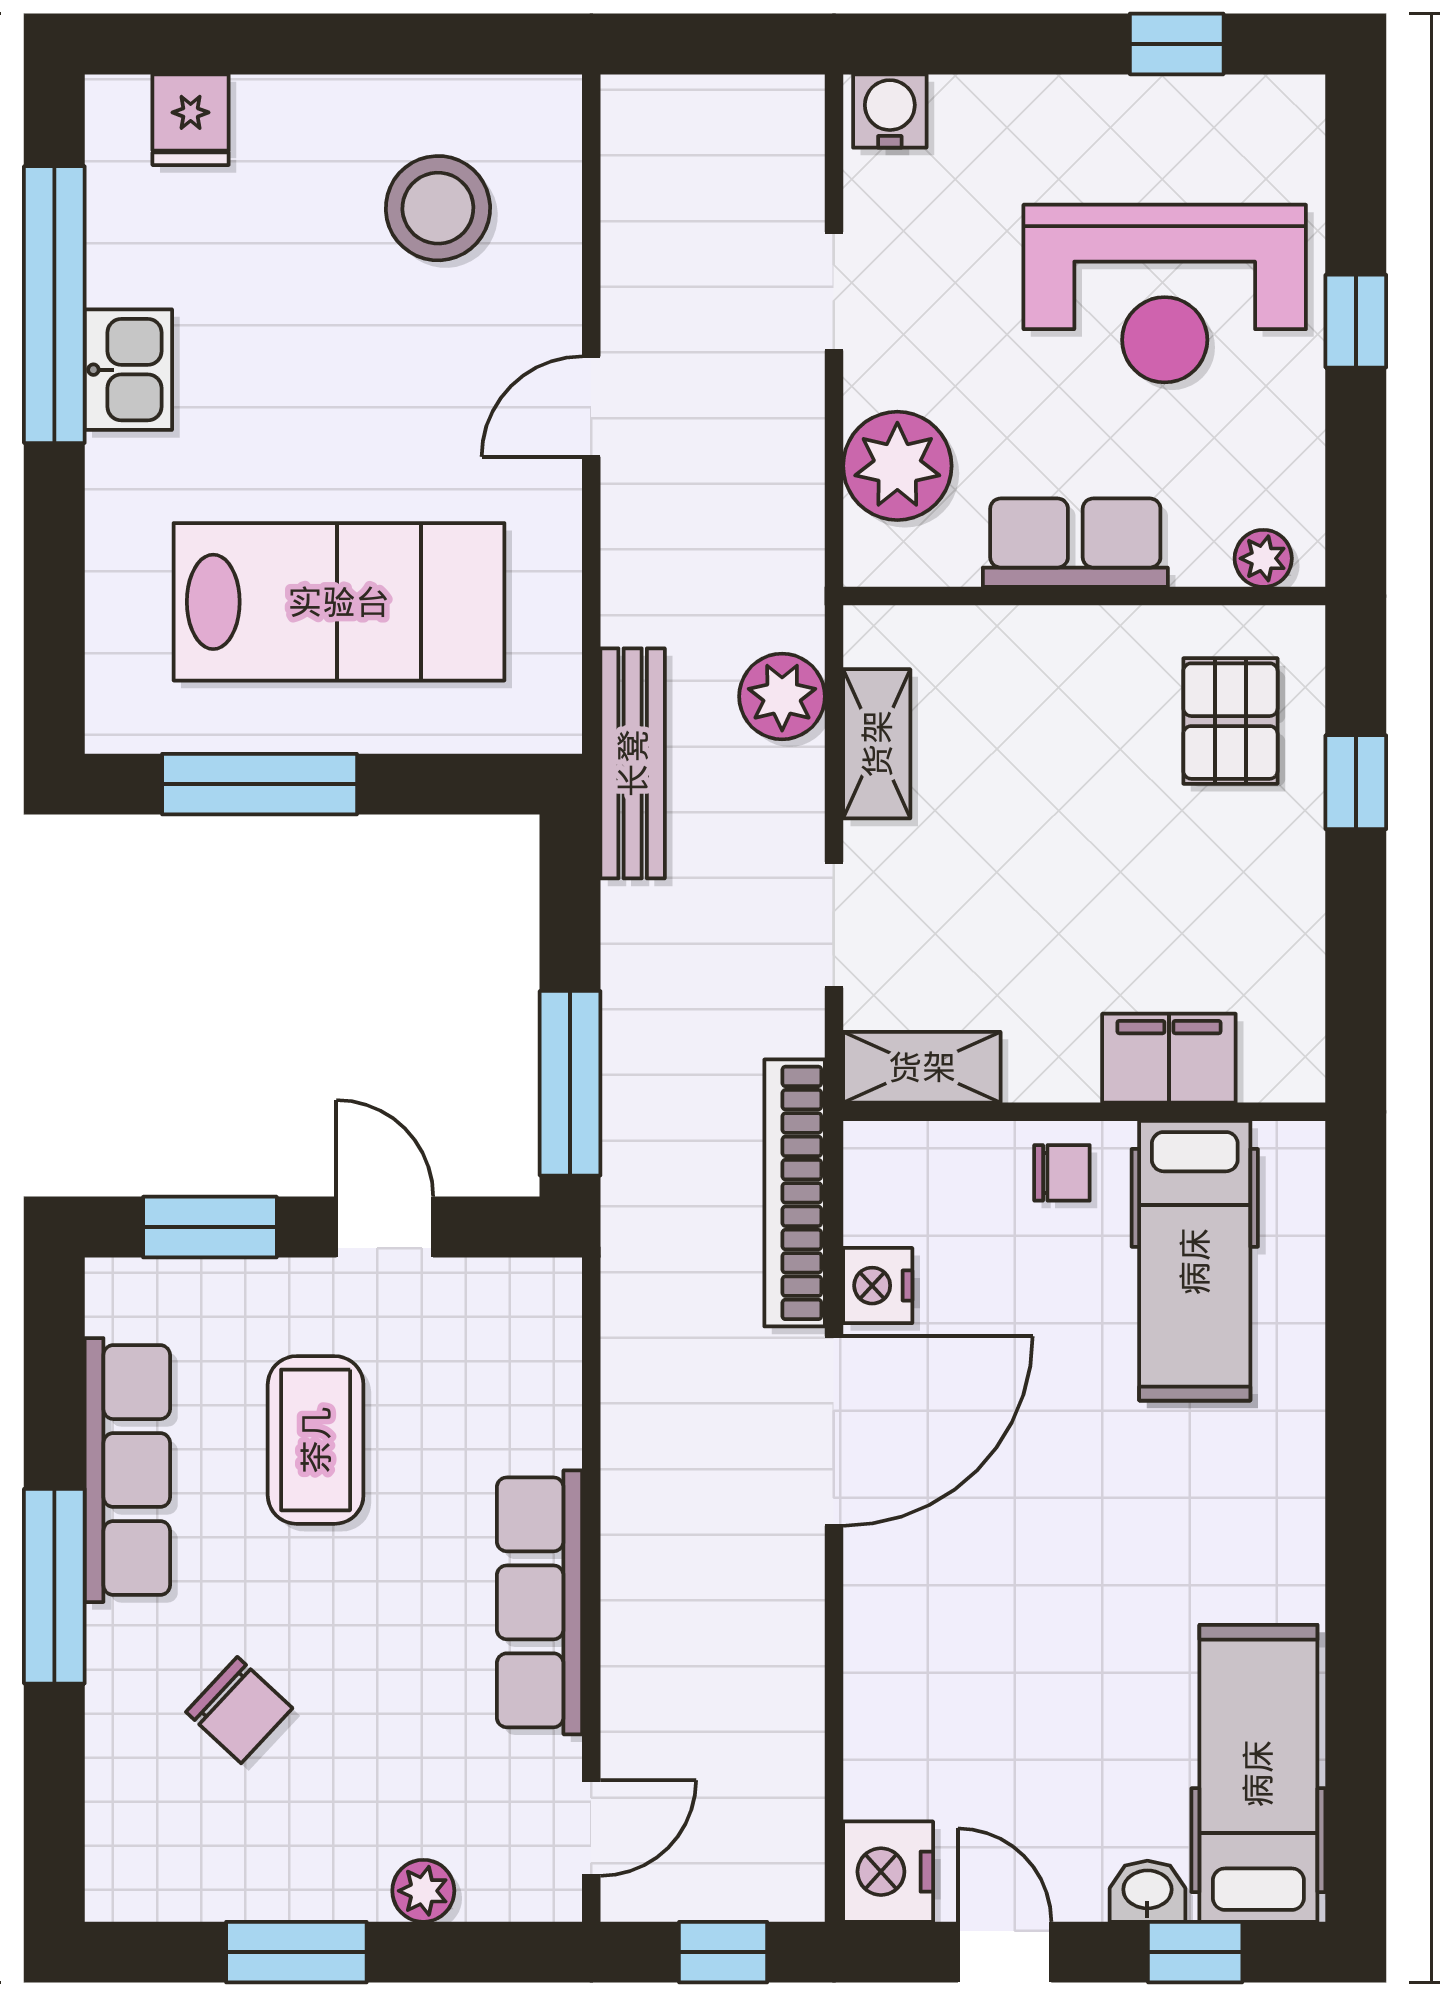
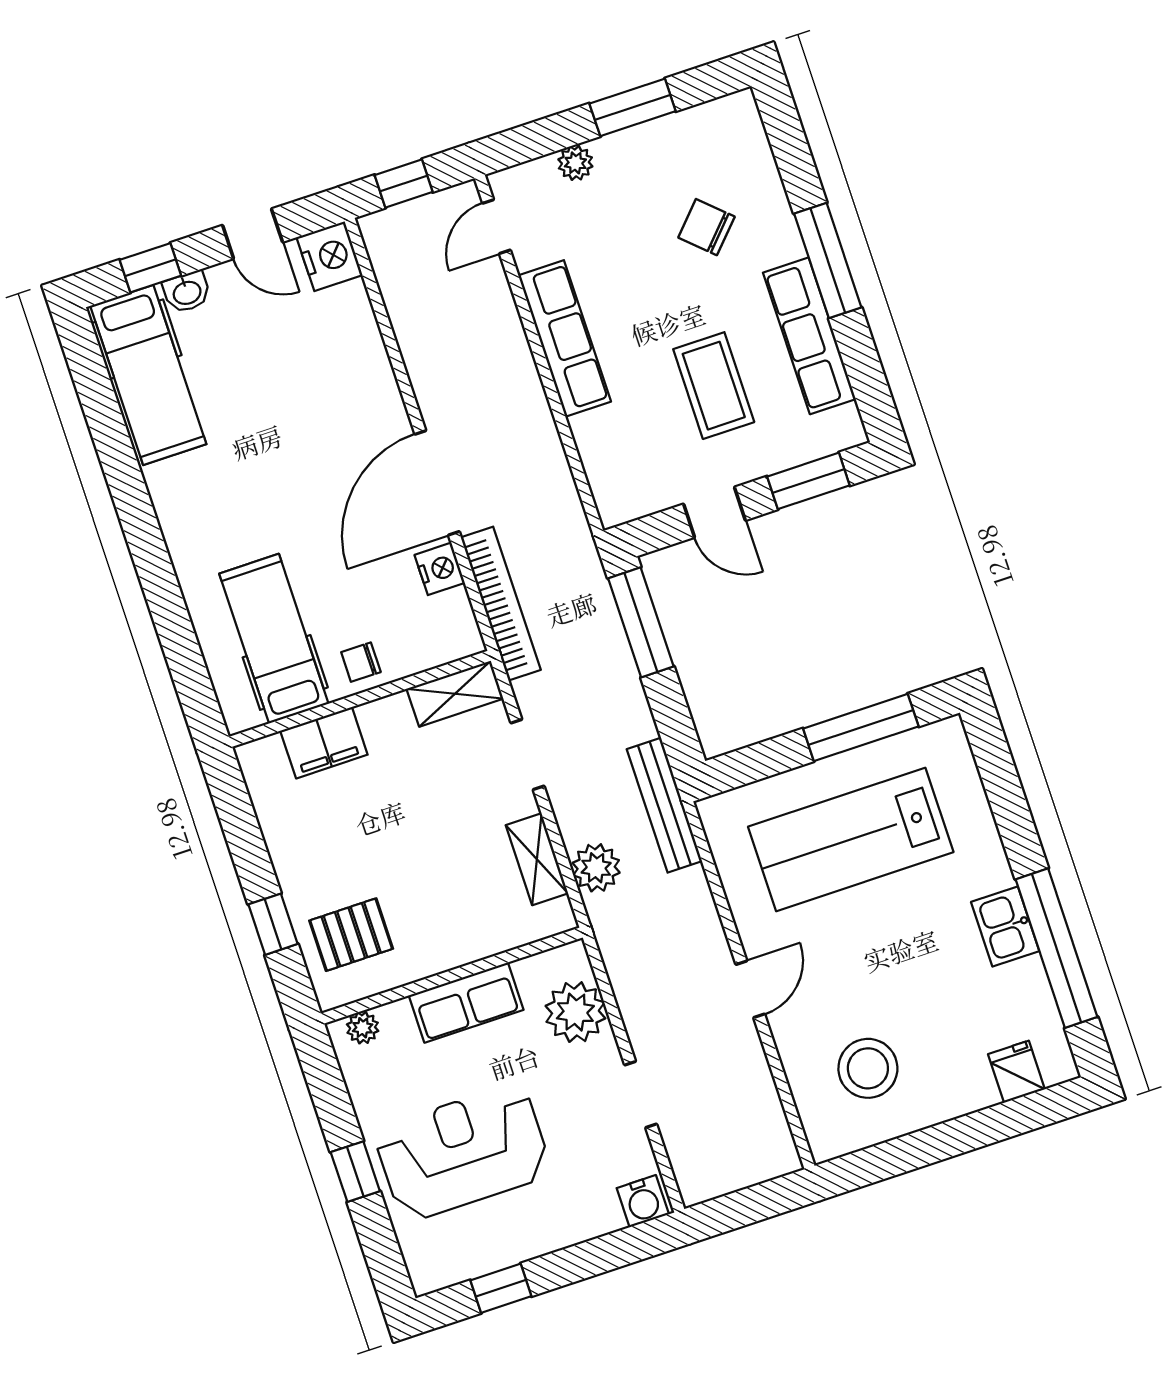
pallet: (1230, 721) -> (351, 935), turned 90

